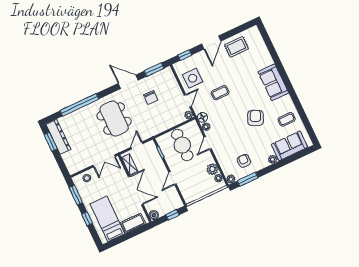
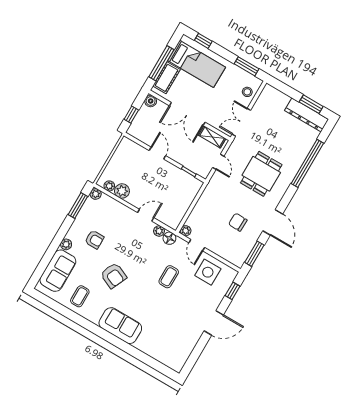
door: (211, 43) -> (214, 323), swing flipped
rug: (236, 47) -> (184, 336), removed
door: (128, 82) -> (273, 222), hinge flipped
dining table: (114, 119) -> (261, 174), width x0.73
door: (208, 143) -> (146, 215), hinge flipped
cafe table: (182, 145) -> (171, 195), removed
armchair: (244, 161) -> (94, 240), moved
window: (87, 219) -> (203, 41), moved
window: (130, 235) -> (161, 63), added

